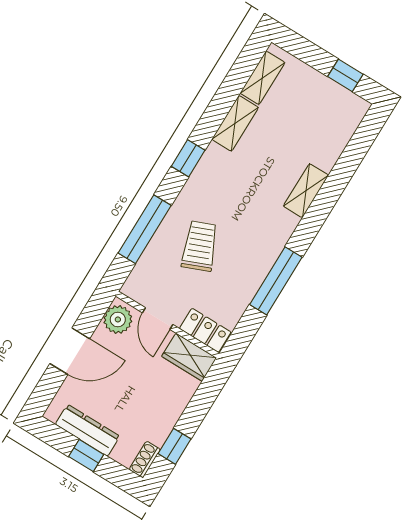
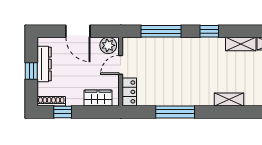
trolley: (200, 246) -> (169, 64), removed
wardrobe: (189, 357) -> (98, 98), moved, turned 90
shoe rack: (145, 460) -> (51, 101), width x1.43

